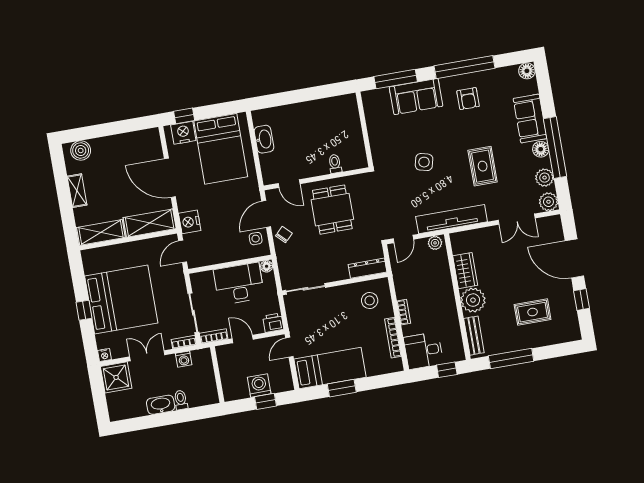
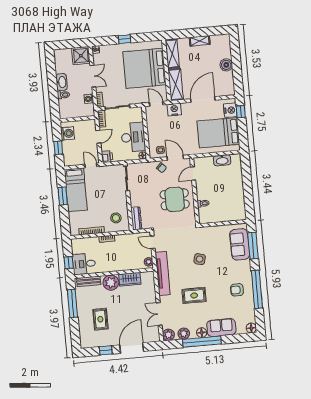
sofa: (416, 97) -> (240, 244), moved
boiler: (81, 150) -> (226, 65), moved
bed: (121, 299) -> (145, 68), moved, turned 90
desk: (423, 351) -> (84, 264), moved, turned -90
washing machine: (259, 386) -> (67, 133), moved

